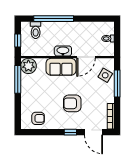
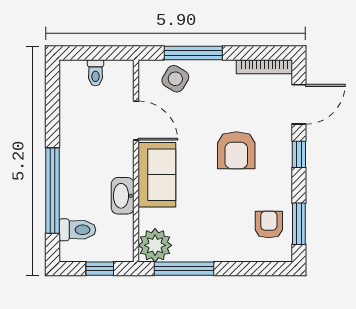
washbasin: (63, 51) -> (123, 196), moved
window: (38, 132) -> (299, 224), added

